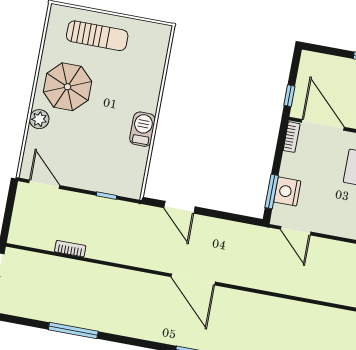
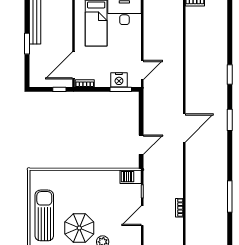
sun lounger: (97, 36) -> (44, 215), width x1.36, depth x1.34
barbecue: (142, 129) -> (131, 177), moved
door: (44, 184) -> (142, 216), moved

